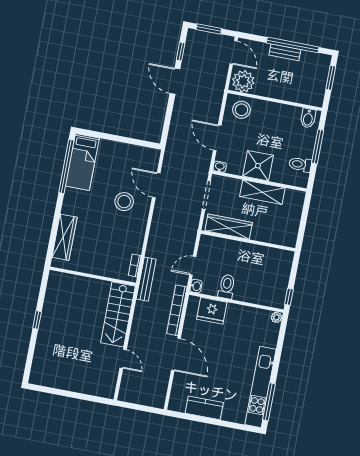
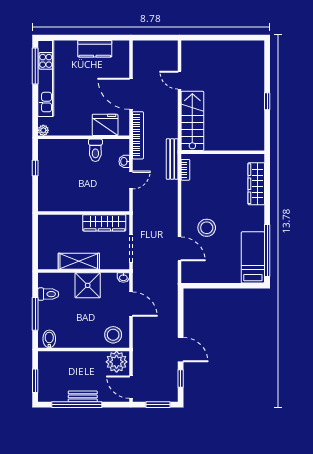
toilet: (227, 287) -> (95, 150), moved
wall: (236, 302) -> (84, 137), moved
fridge: (212, 311) -> (105, 125), moved
plant: (276, 317) -> (43, 130), moved

